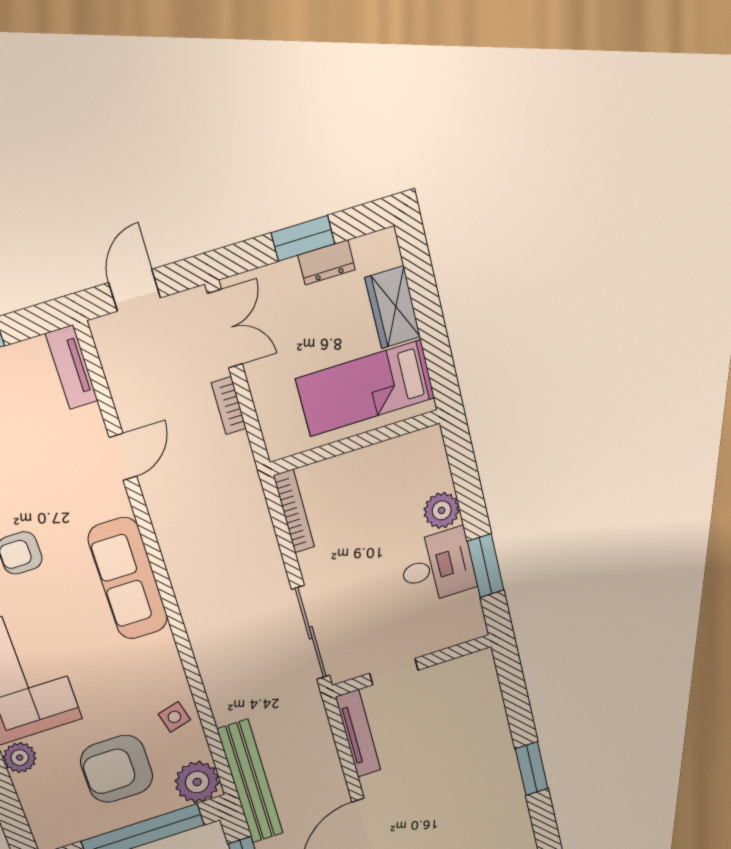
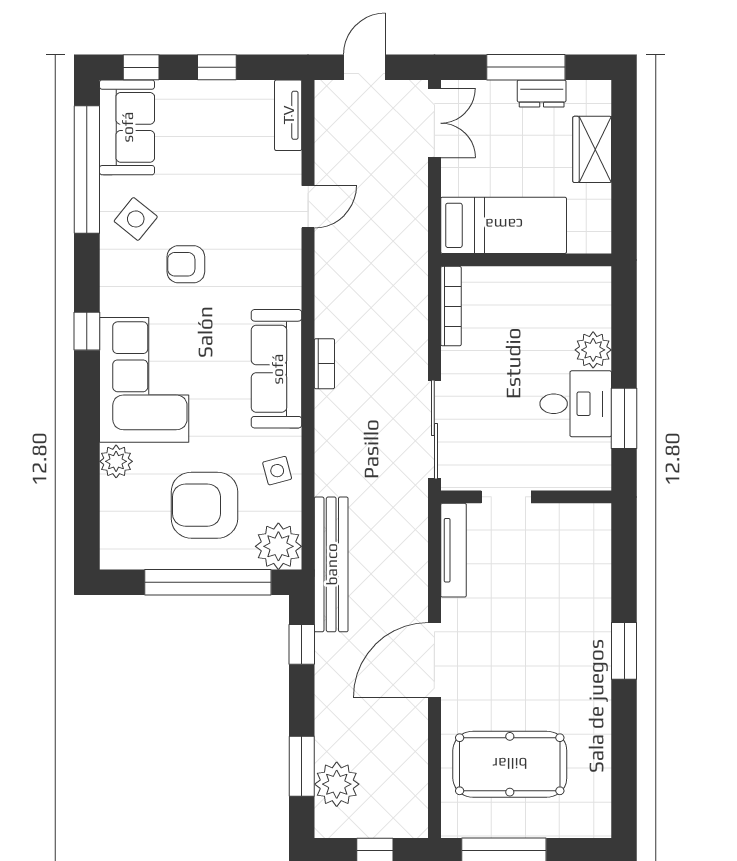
window: (303, 238) -> (526, 67), width x1.44
bed: (365, 388) -> (504, 225), moved, turned 180
bookcase: (229, 406) -> (324, 364), moved, turned 180
sofa: (128, 579) -> (277, 369), moved

